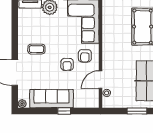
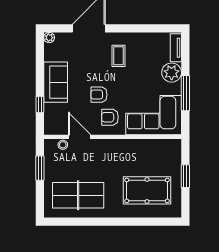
sofa: (52, 99) -> (56, 82), width x0.73
window: (64, 111) -> (40, 104), moved
window: (137, 111) -> (40, 168), moved

